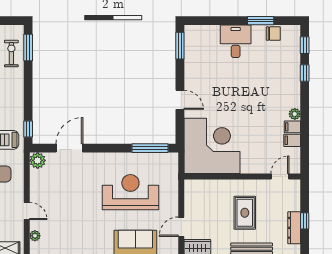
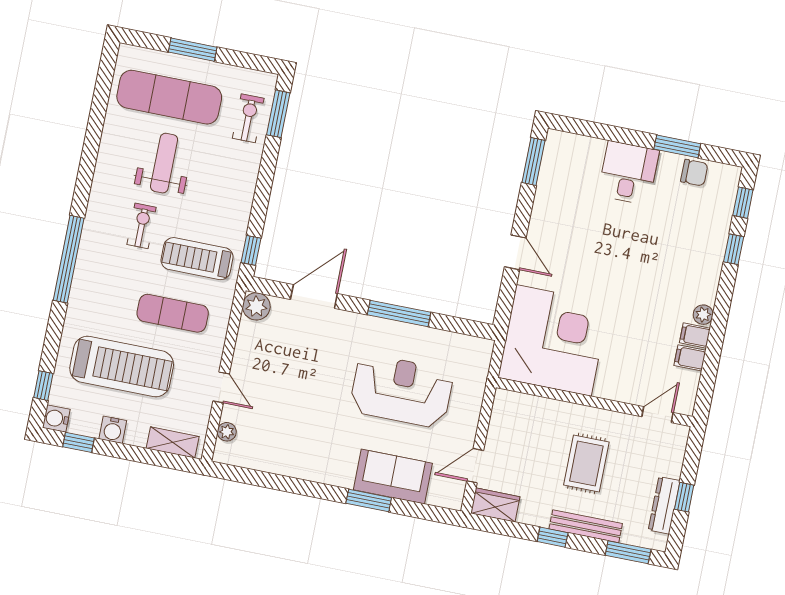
window: (150, 148) -> (399, 313), moved

